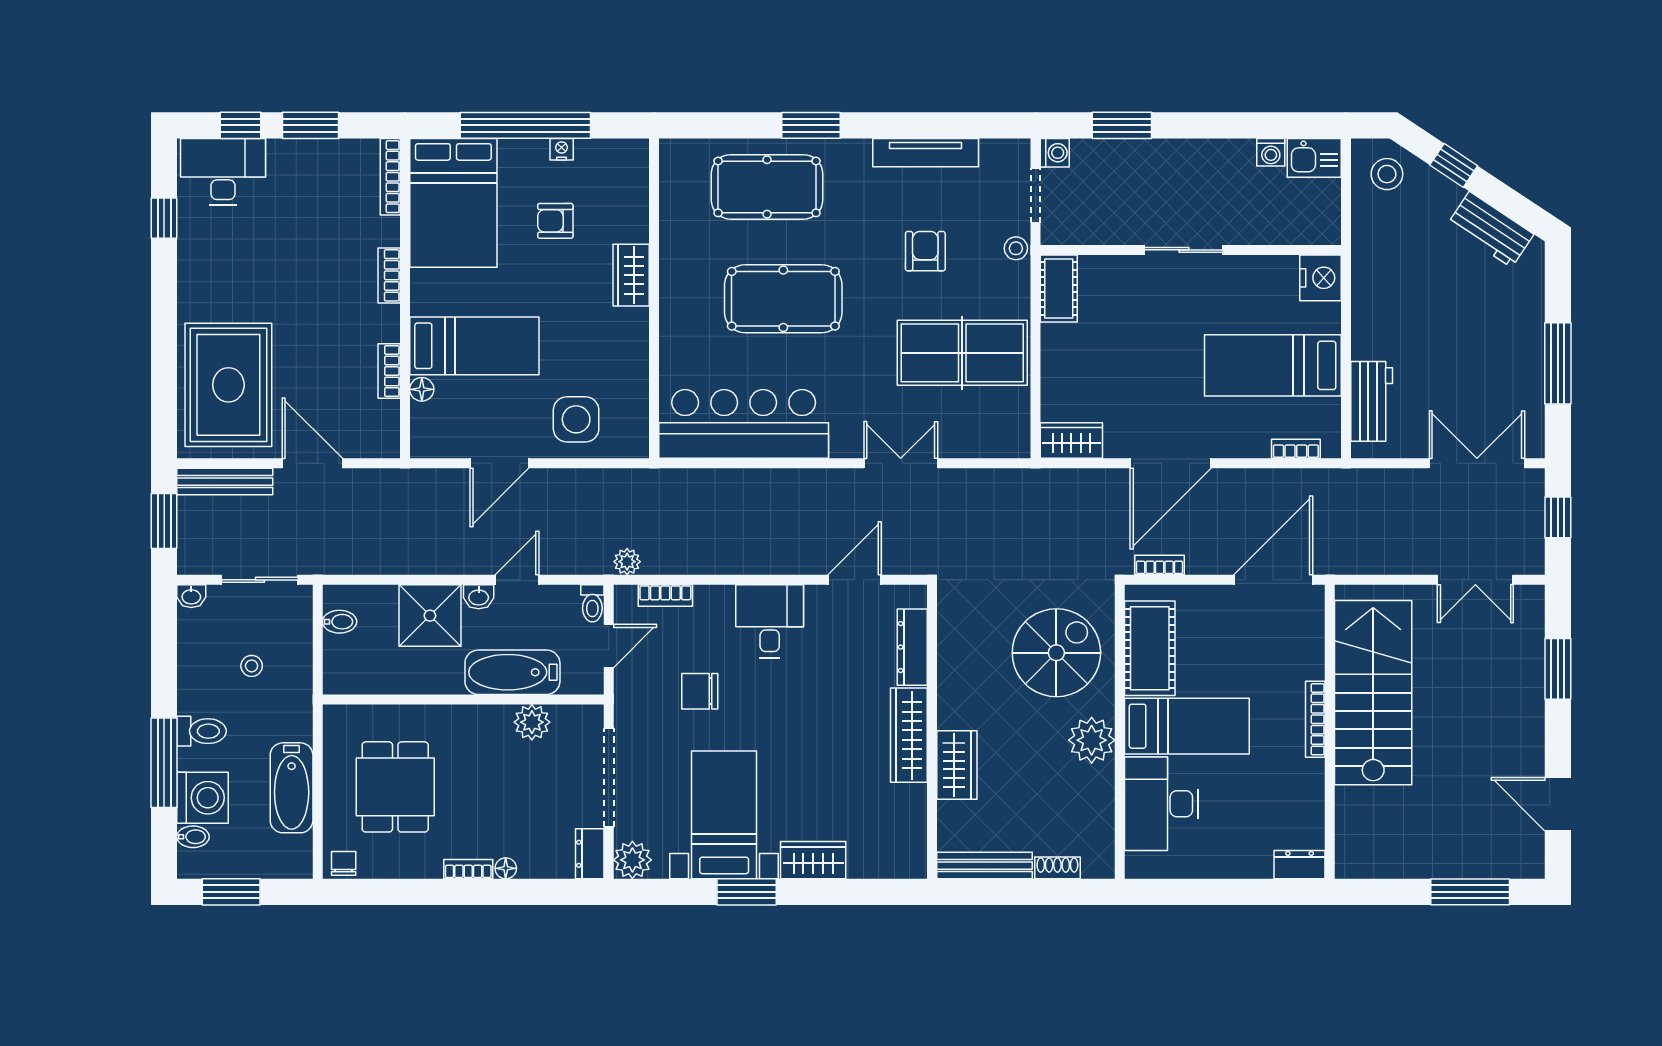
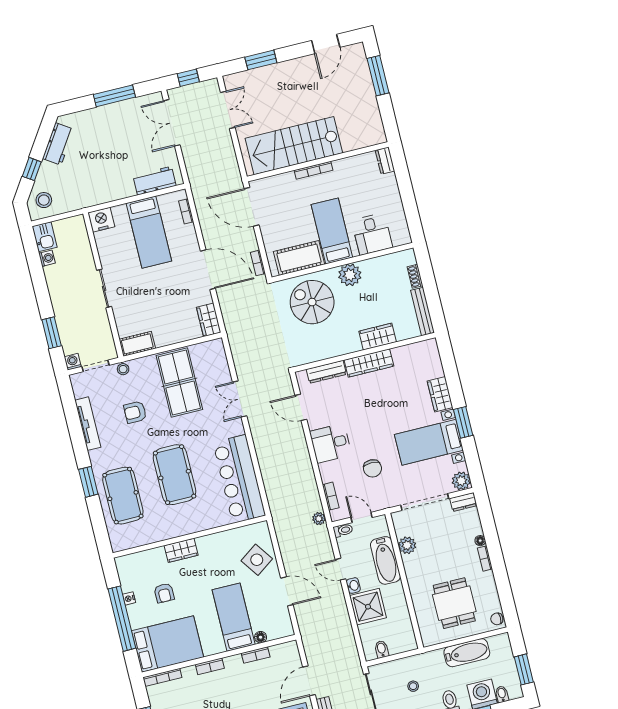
side table: (576, 419) -> (257, 560), turned -35
dining table: (395, 787) -> (454, 603), turned 90
desk: (1161, 804) -> (372, 234), width x0.73

